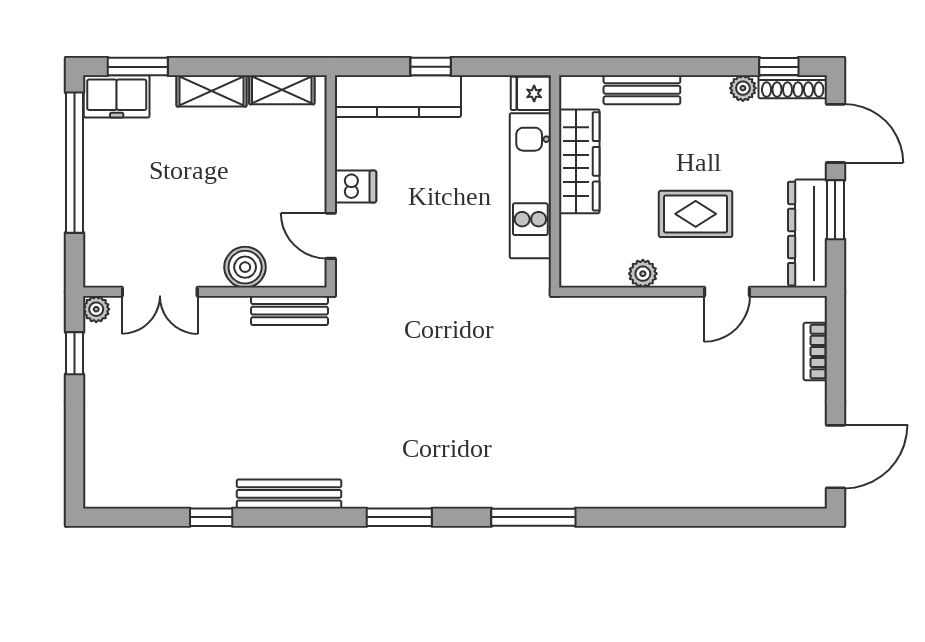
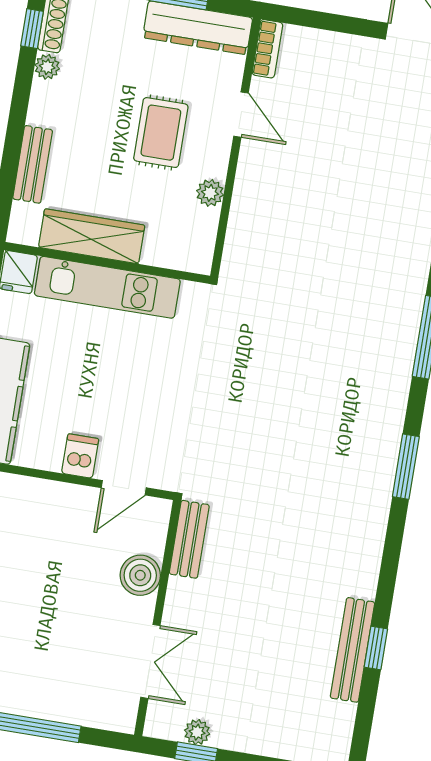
plant: (96, 309) -> (197, 732), moved
bookcase: (815, 351) -> (267, 49), moved, turned -90
bench: (289, 494) -> (352, 650), moved

